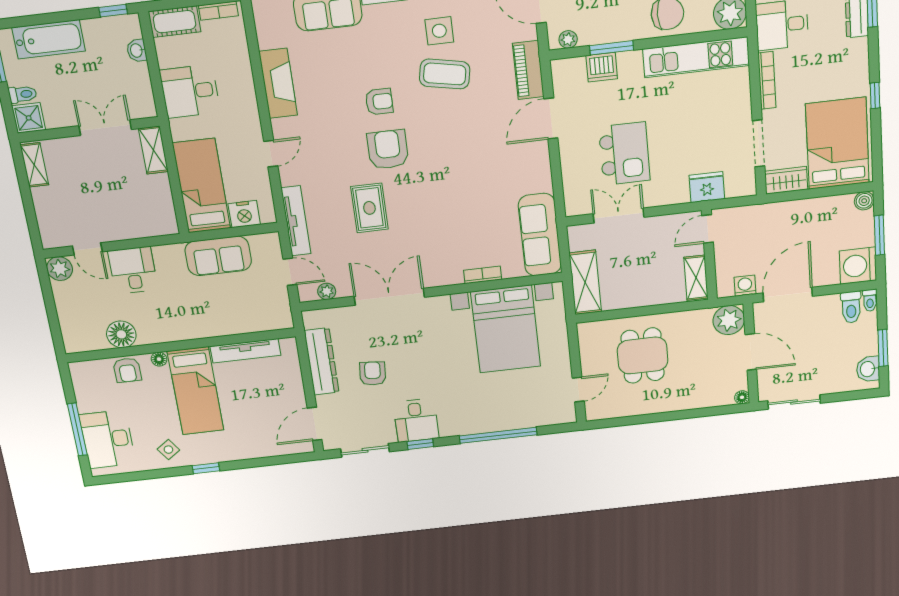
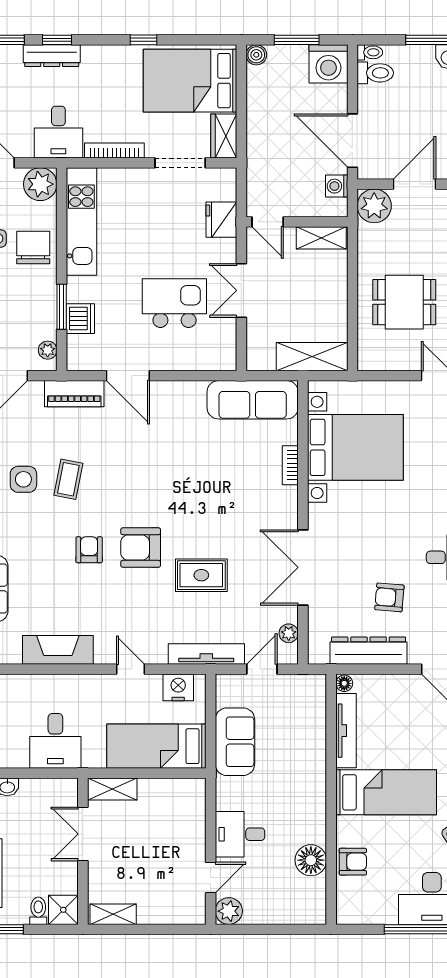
coffee table: (445, 74) -> (68, 479), width x0.73, depth x0.77
nightstand: (244, 214) -> (178, 687), moved, turned -90
double door: (619, 216) -> (241, 290), moved
floor lamp: (159, 359) -> (344, 683), moved

